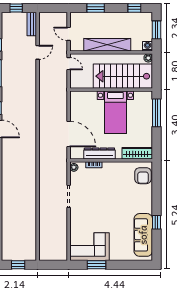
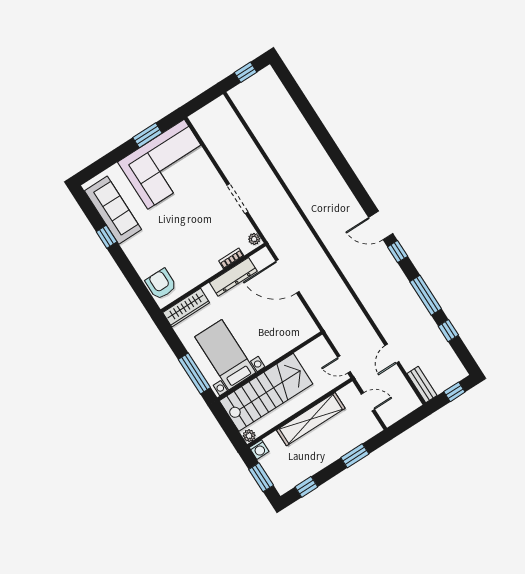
bed with nightstands: (115, 112) -> (225, 355), moved
corner sofa: (89, 247) -> (166, 164), width x1.36, depth x1.36

